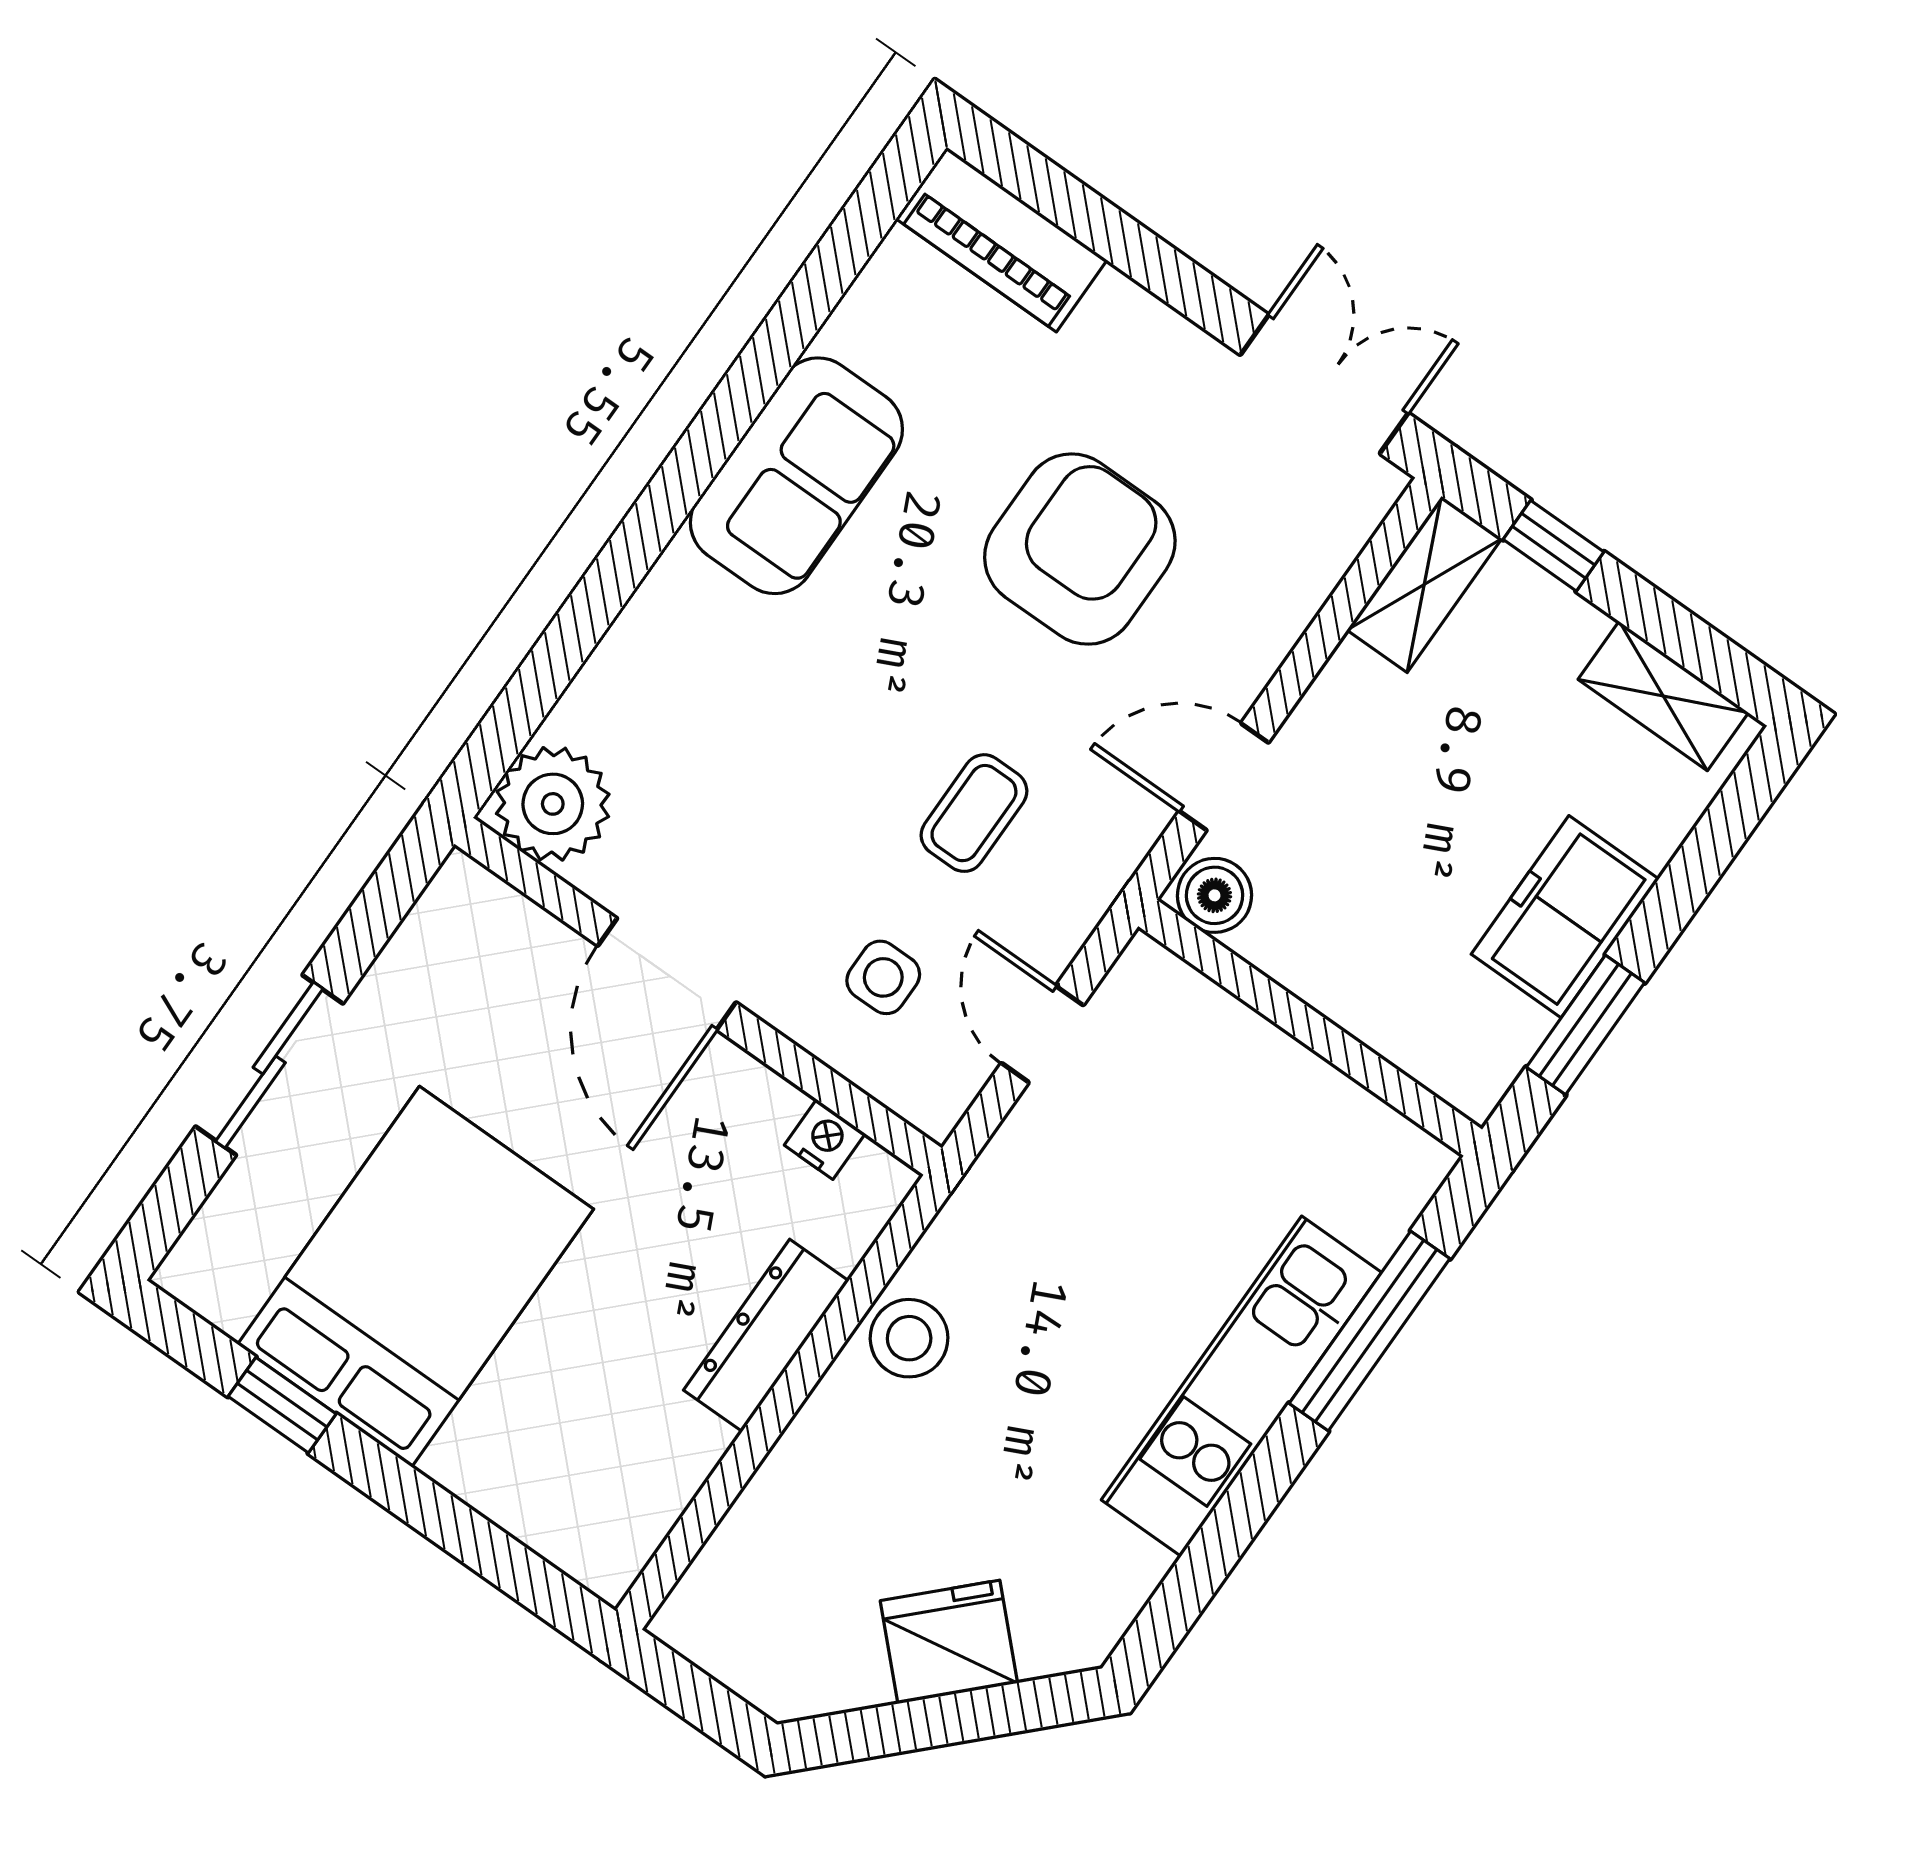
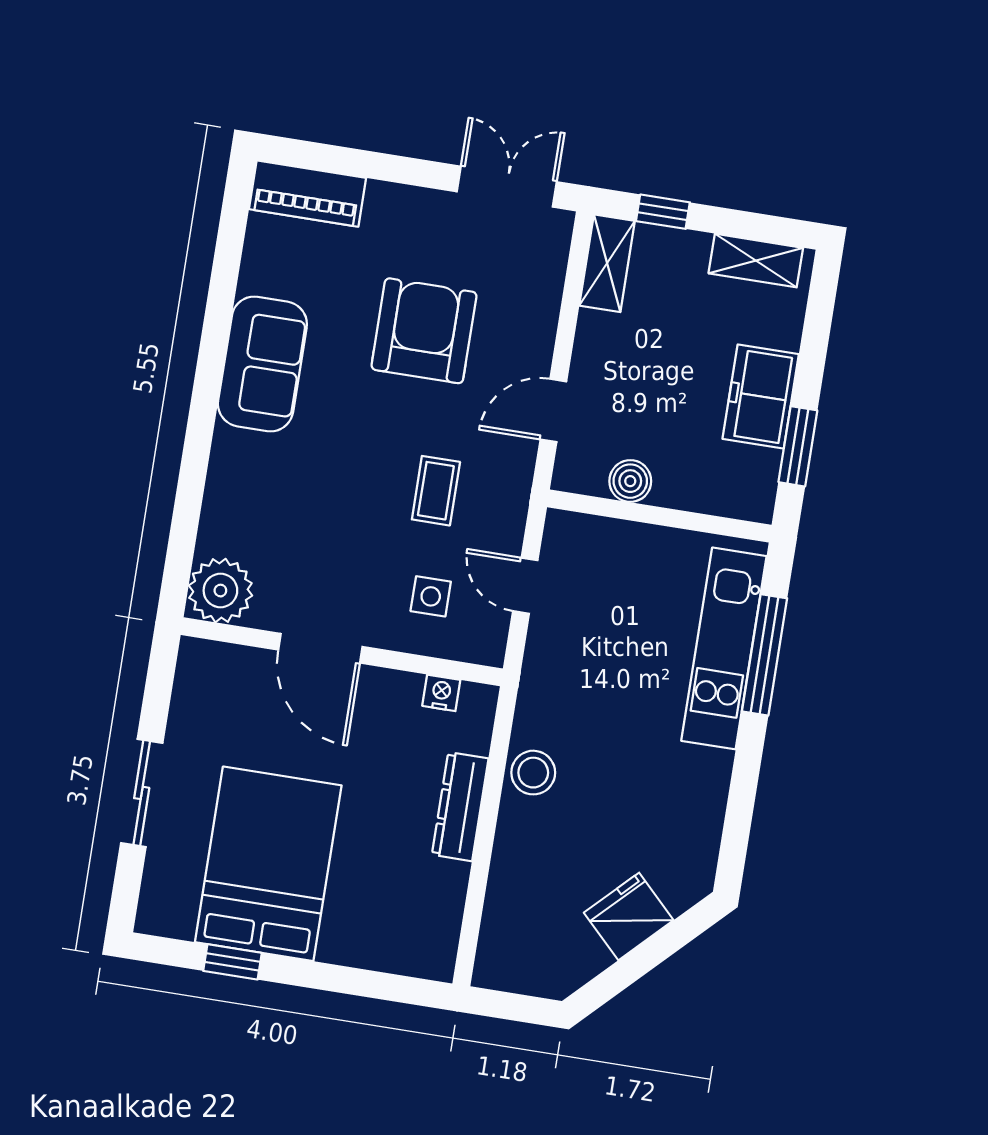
boiler: (1215, 895) -> (630, 481), moved
kitchen unit: (1241, 1386) -> (724, 648), moved

